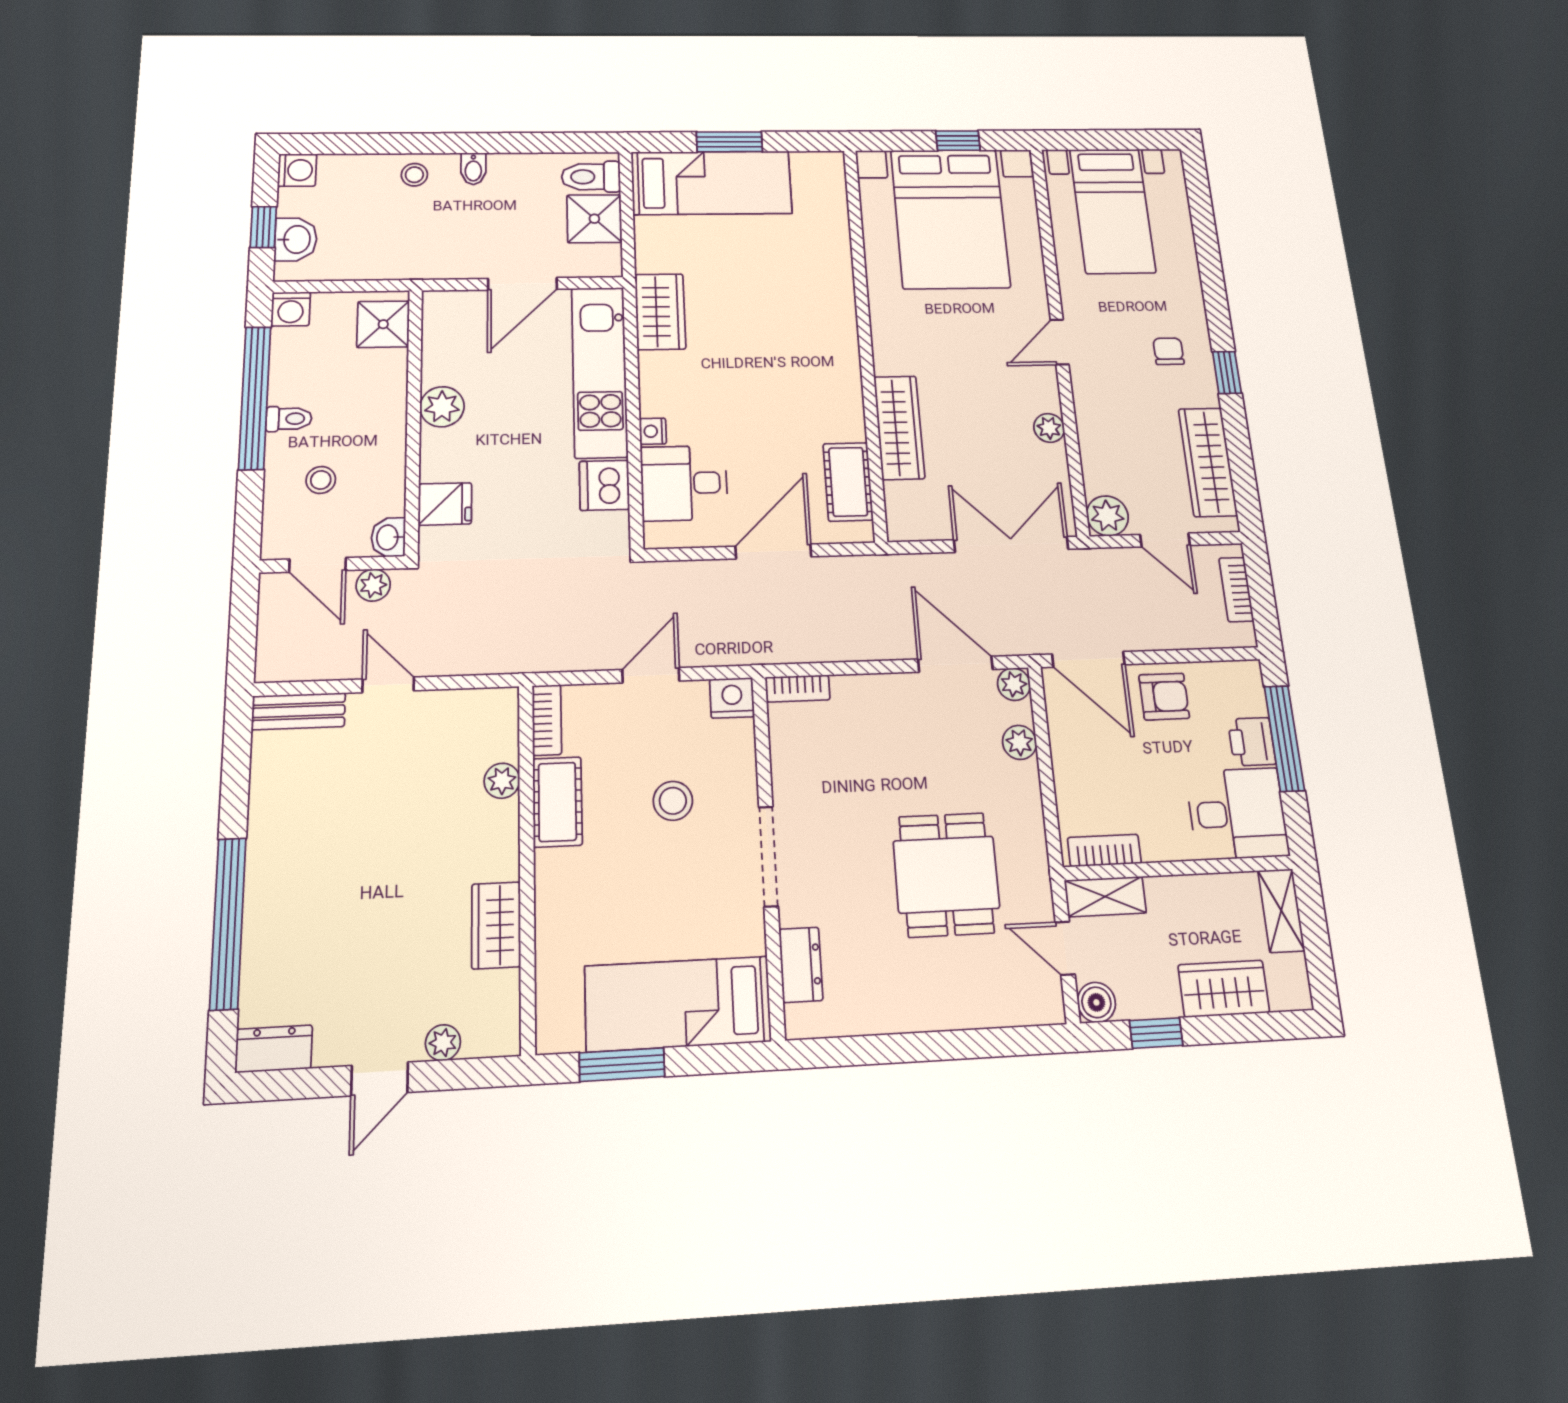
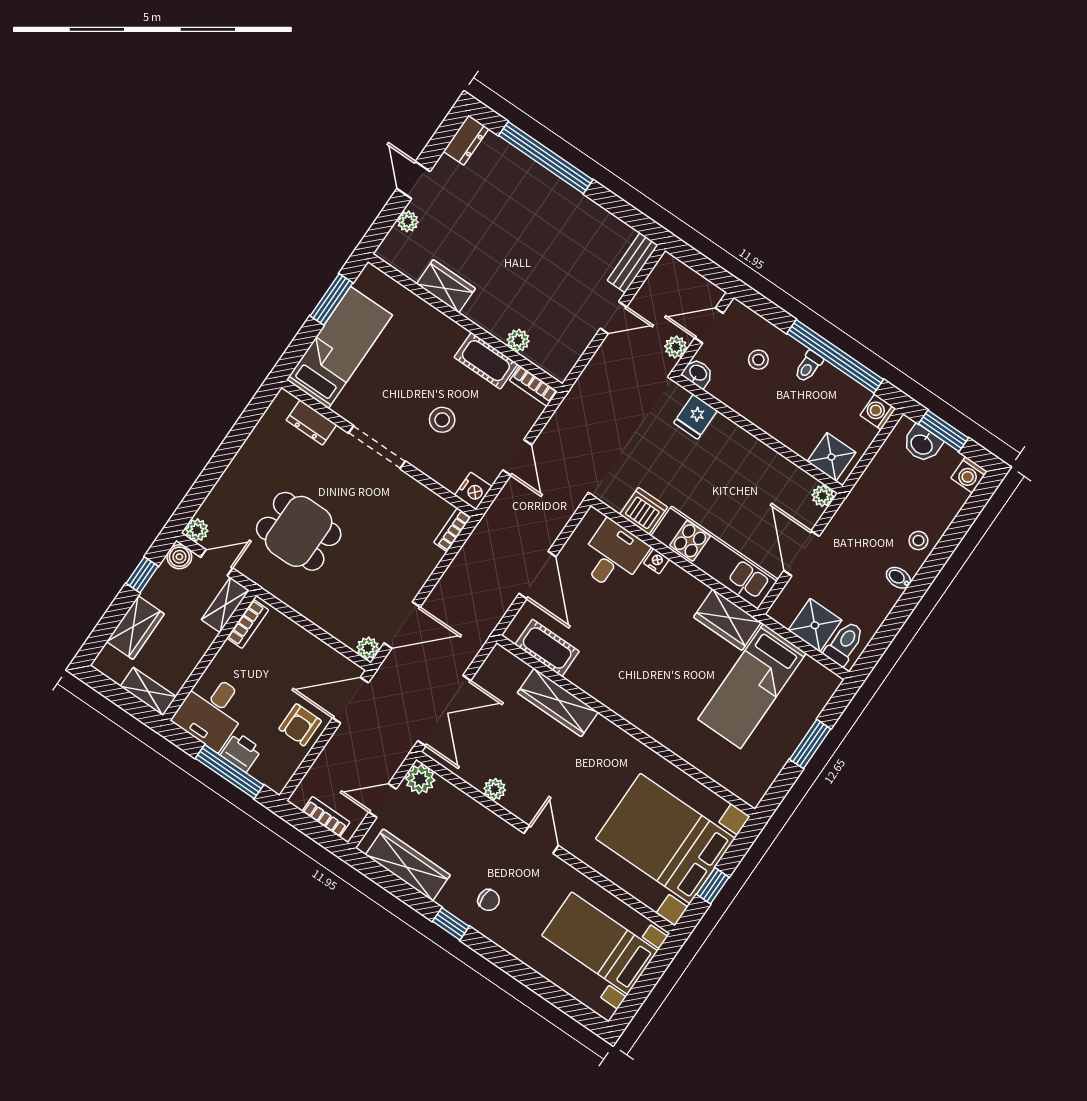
bed: (711, 183) -> (752, 686), moved
window: (263, 227) -> (943, 431), width x1.50
plant: (442, 407) -> (823, 496), moved, width x0.73, depth x0.73
plant: (1019, 742) -> (197, 530), moved

